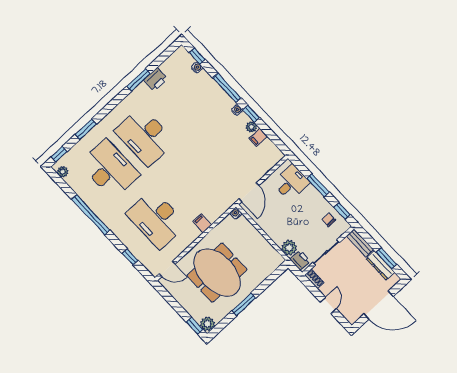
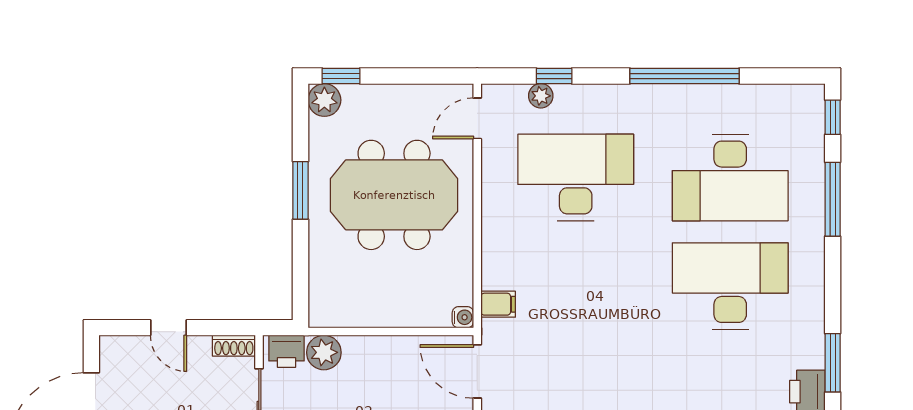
window: (86, 129) -> (833, 199), width x1.44
plant: (63, 172) -> (541, 96), moved
filing cabinet: (202, 223) -> (498, 304), moved

